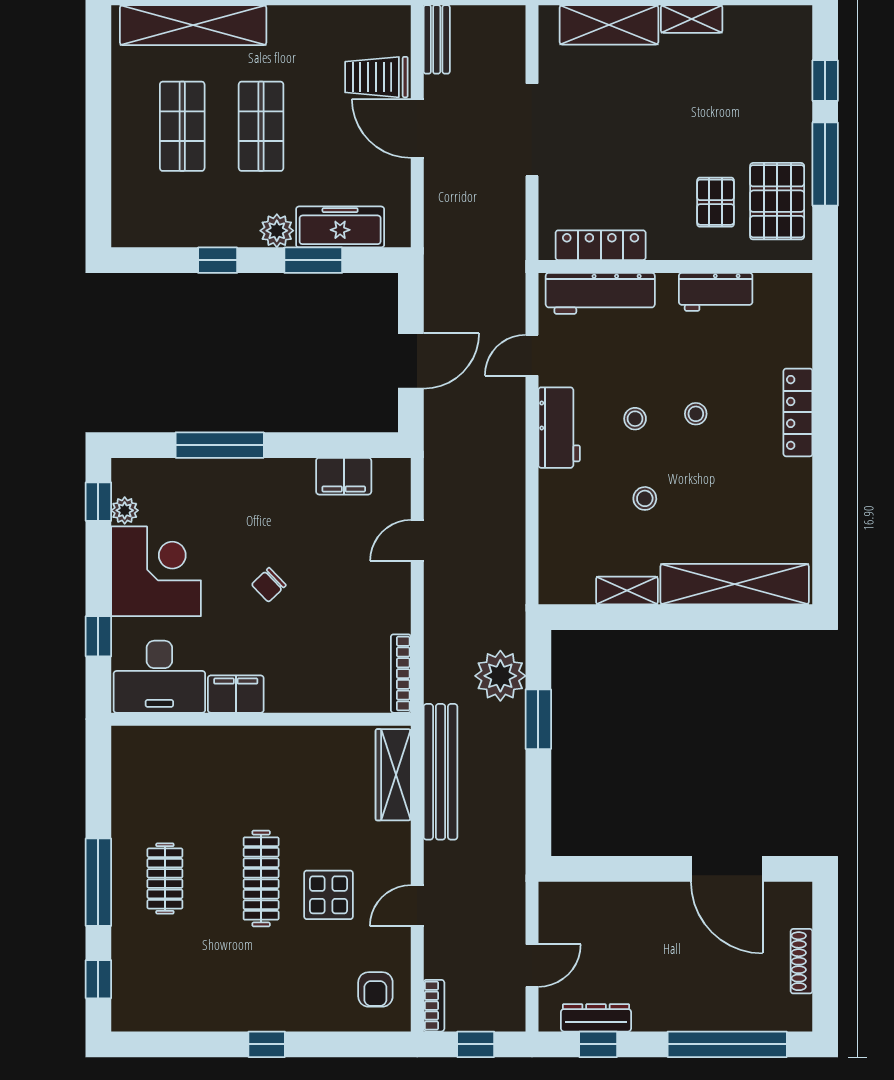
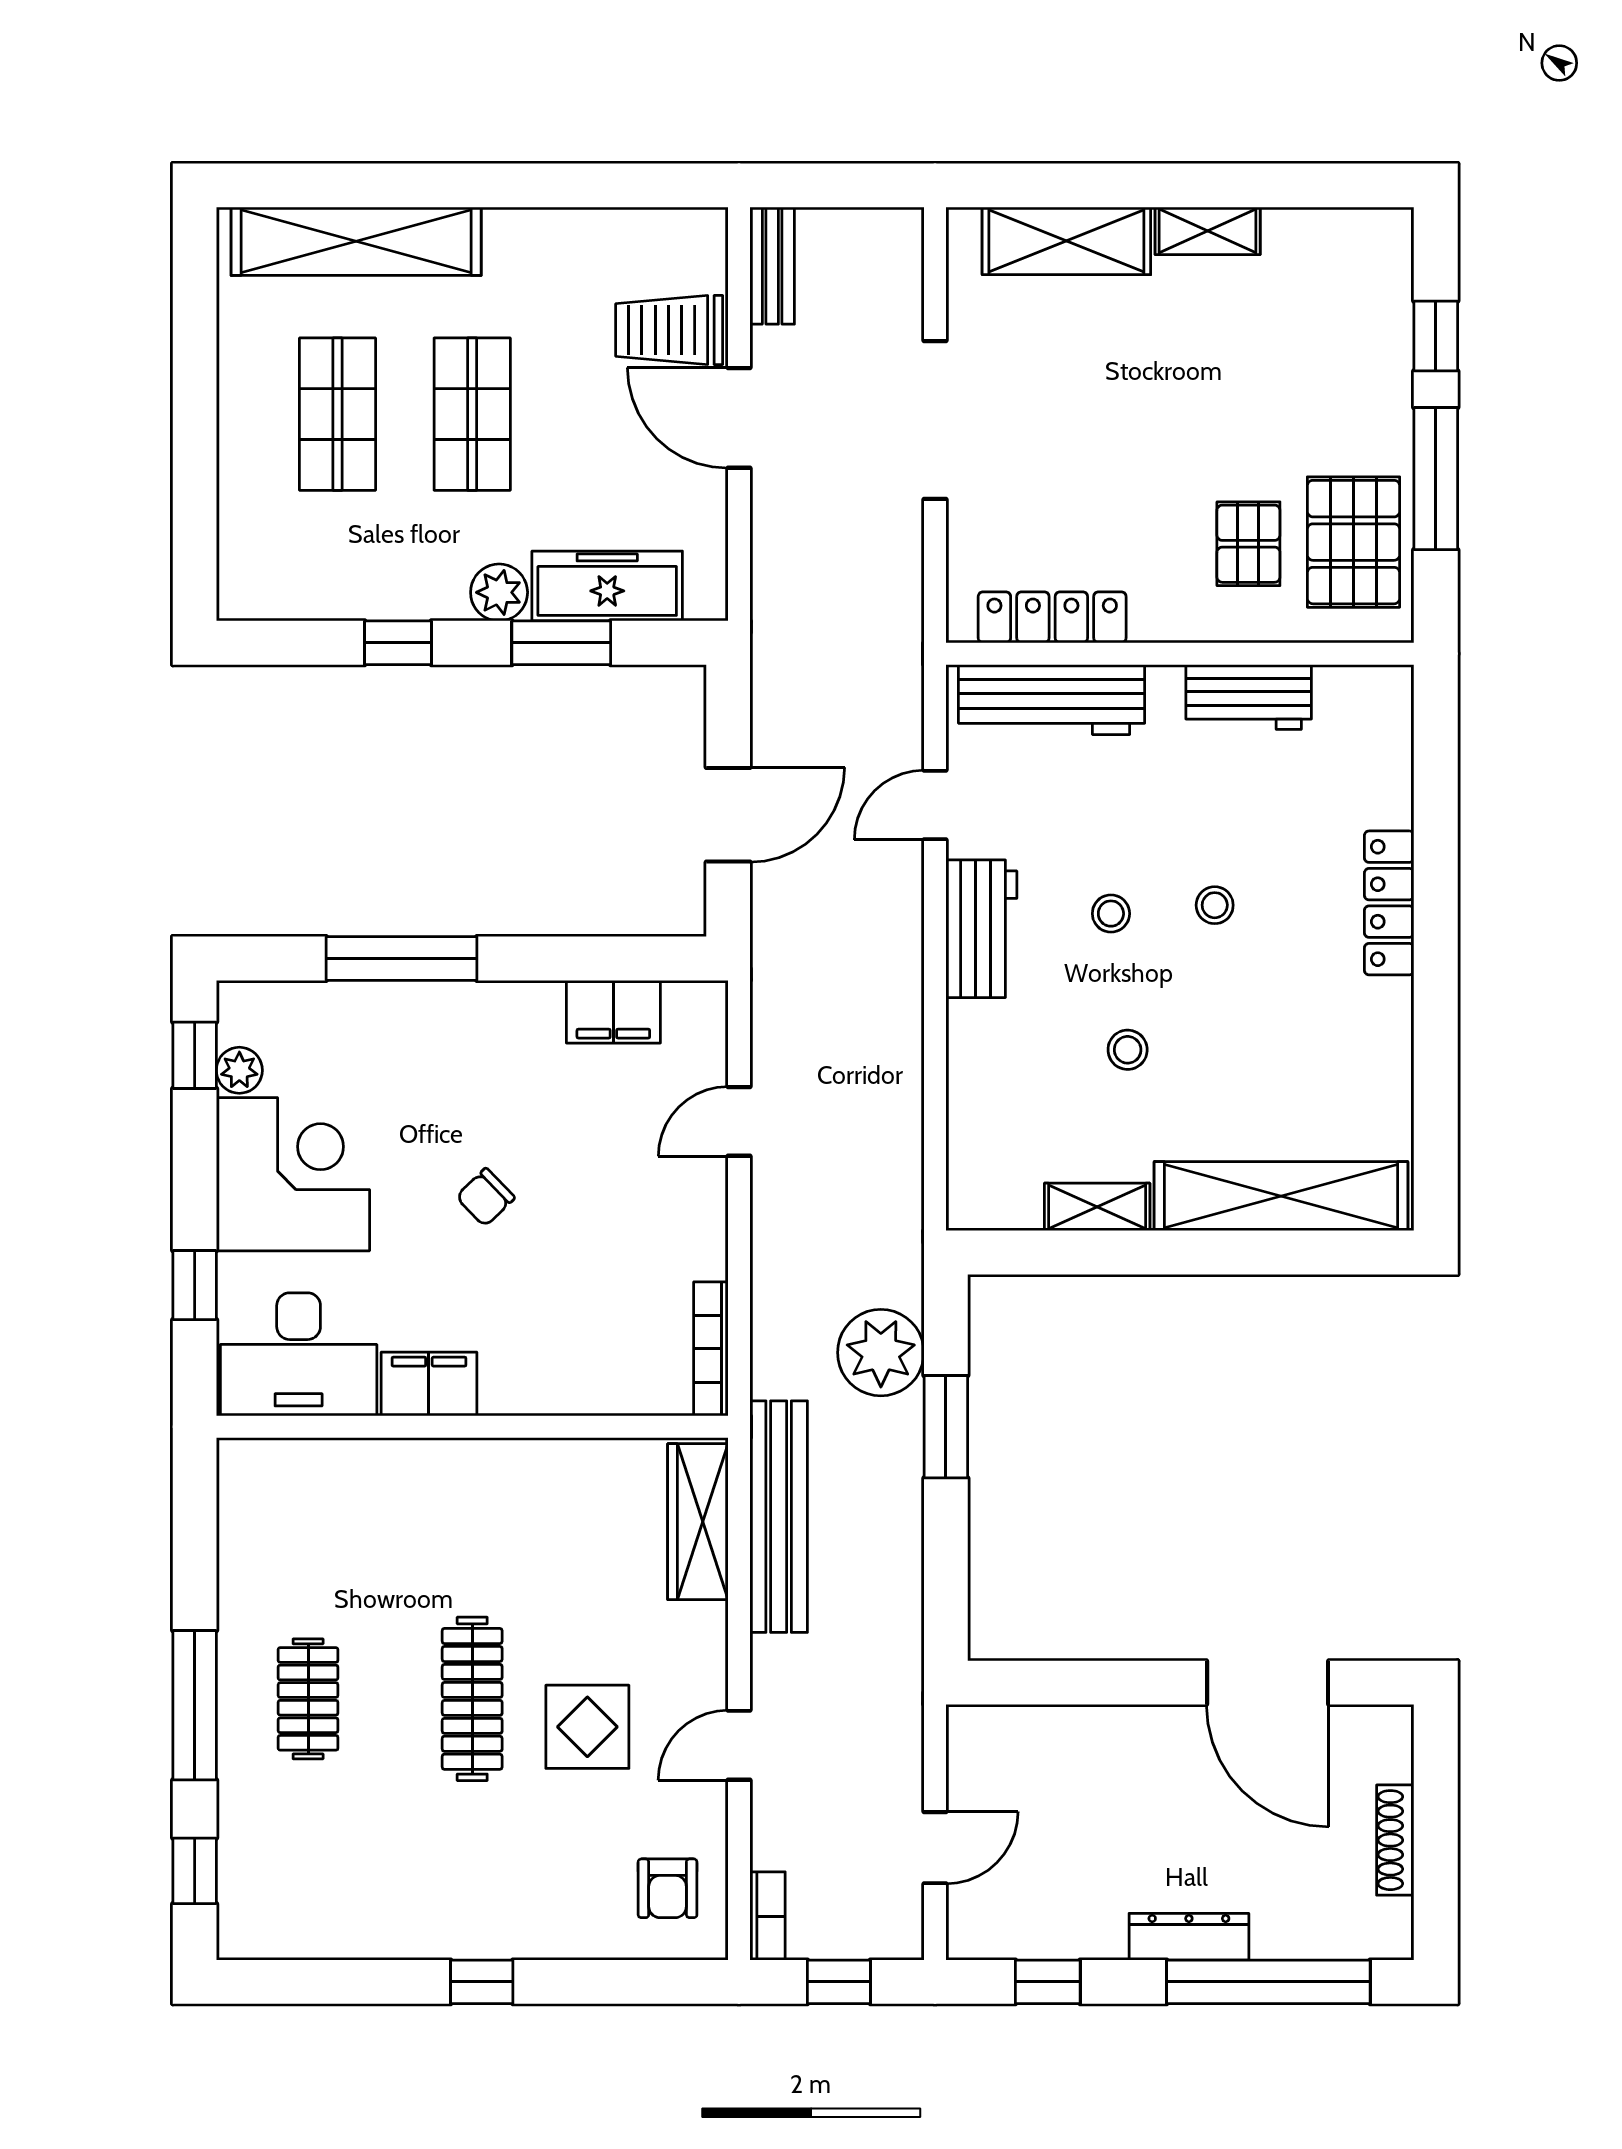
dresser: (596, 1018) -> (1189, 1937), moved

